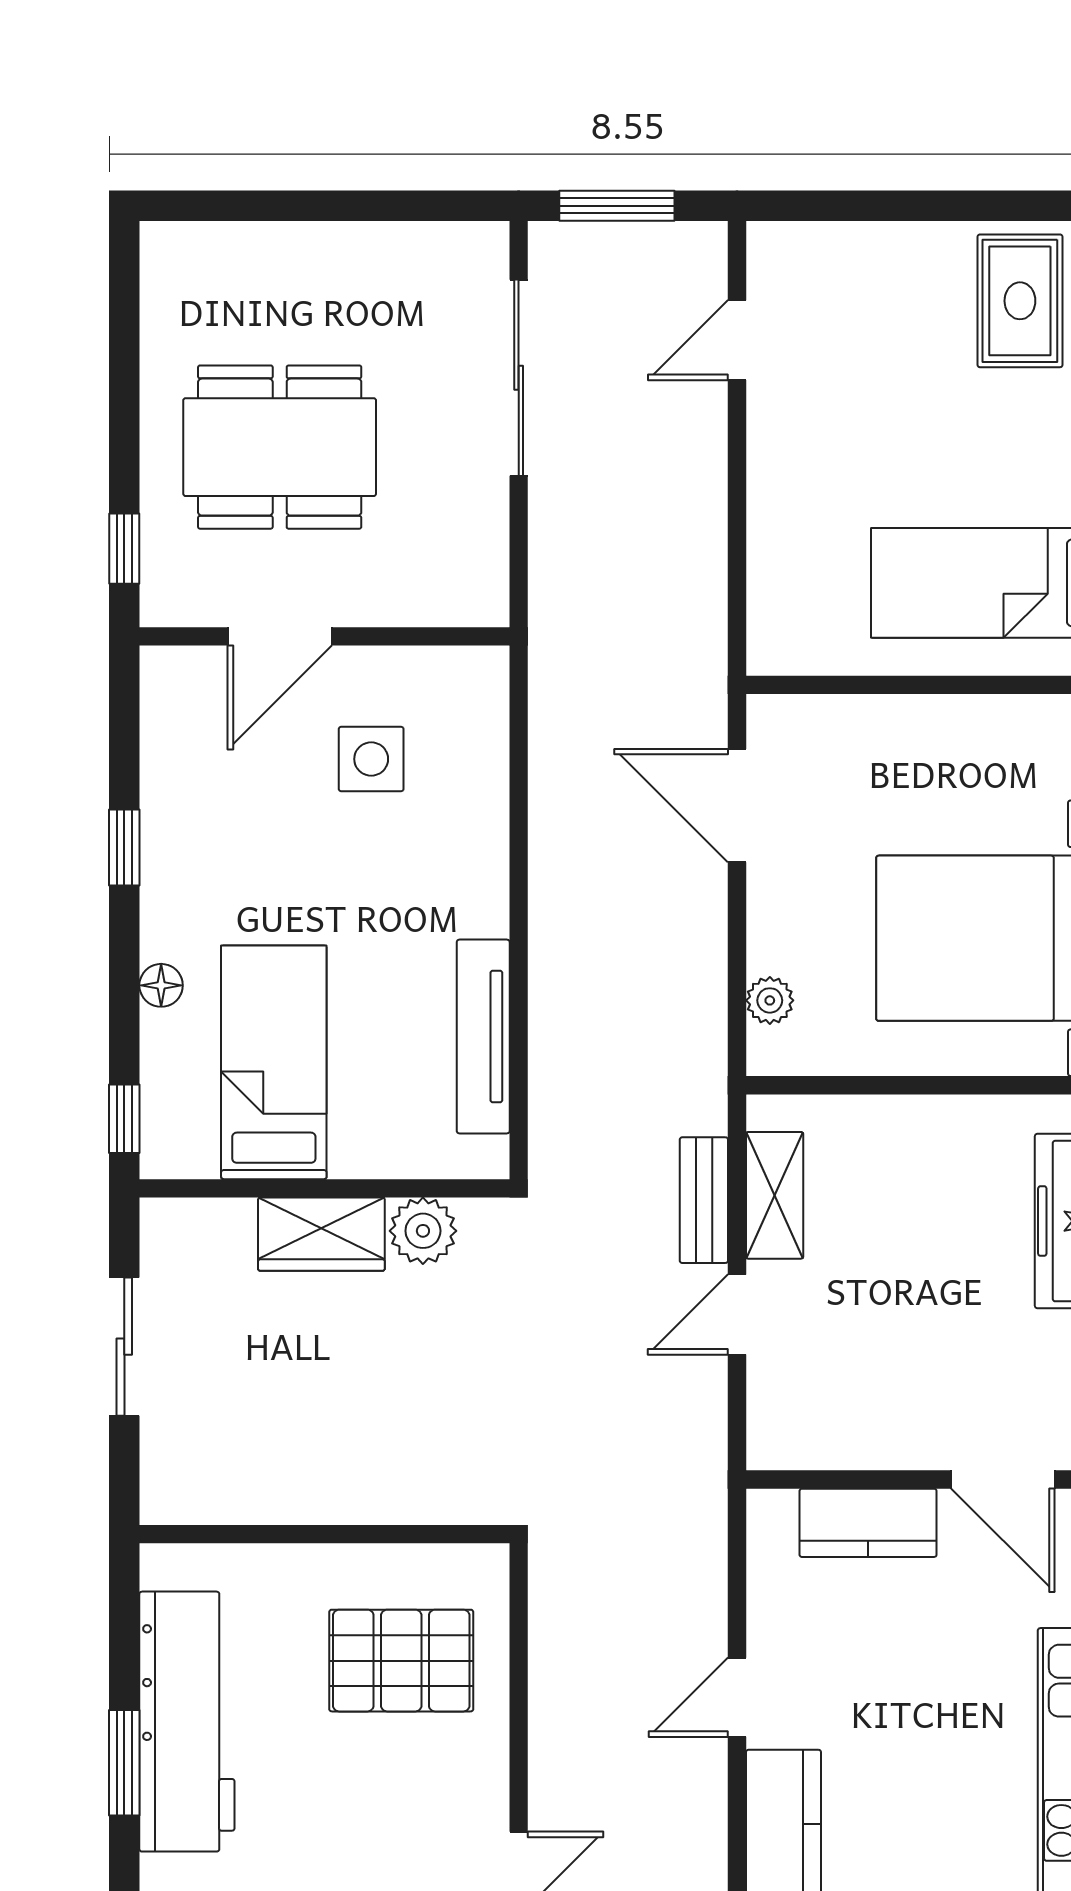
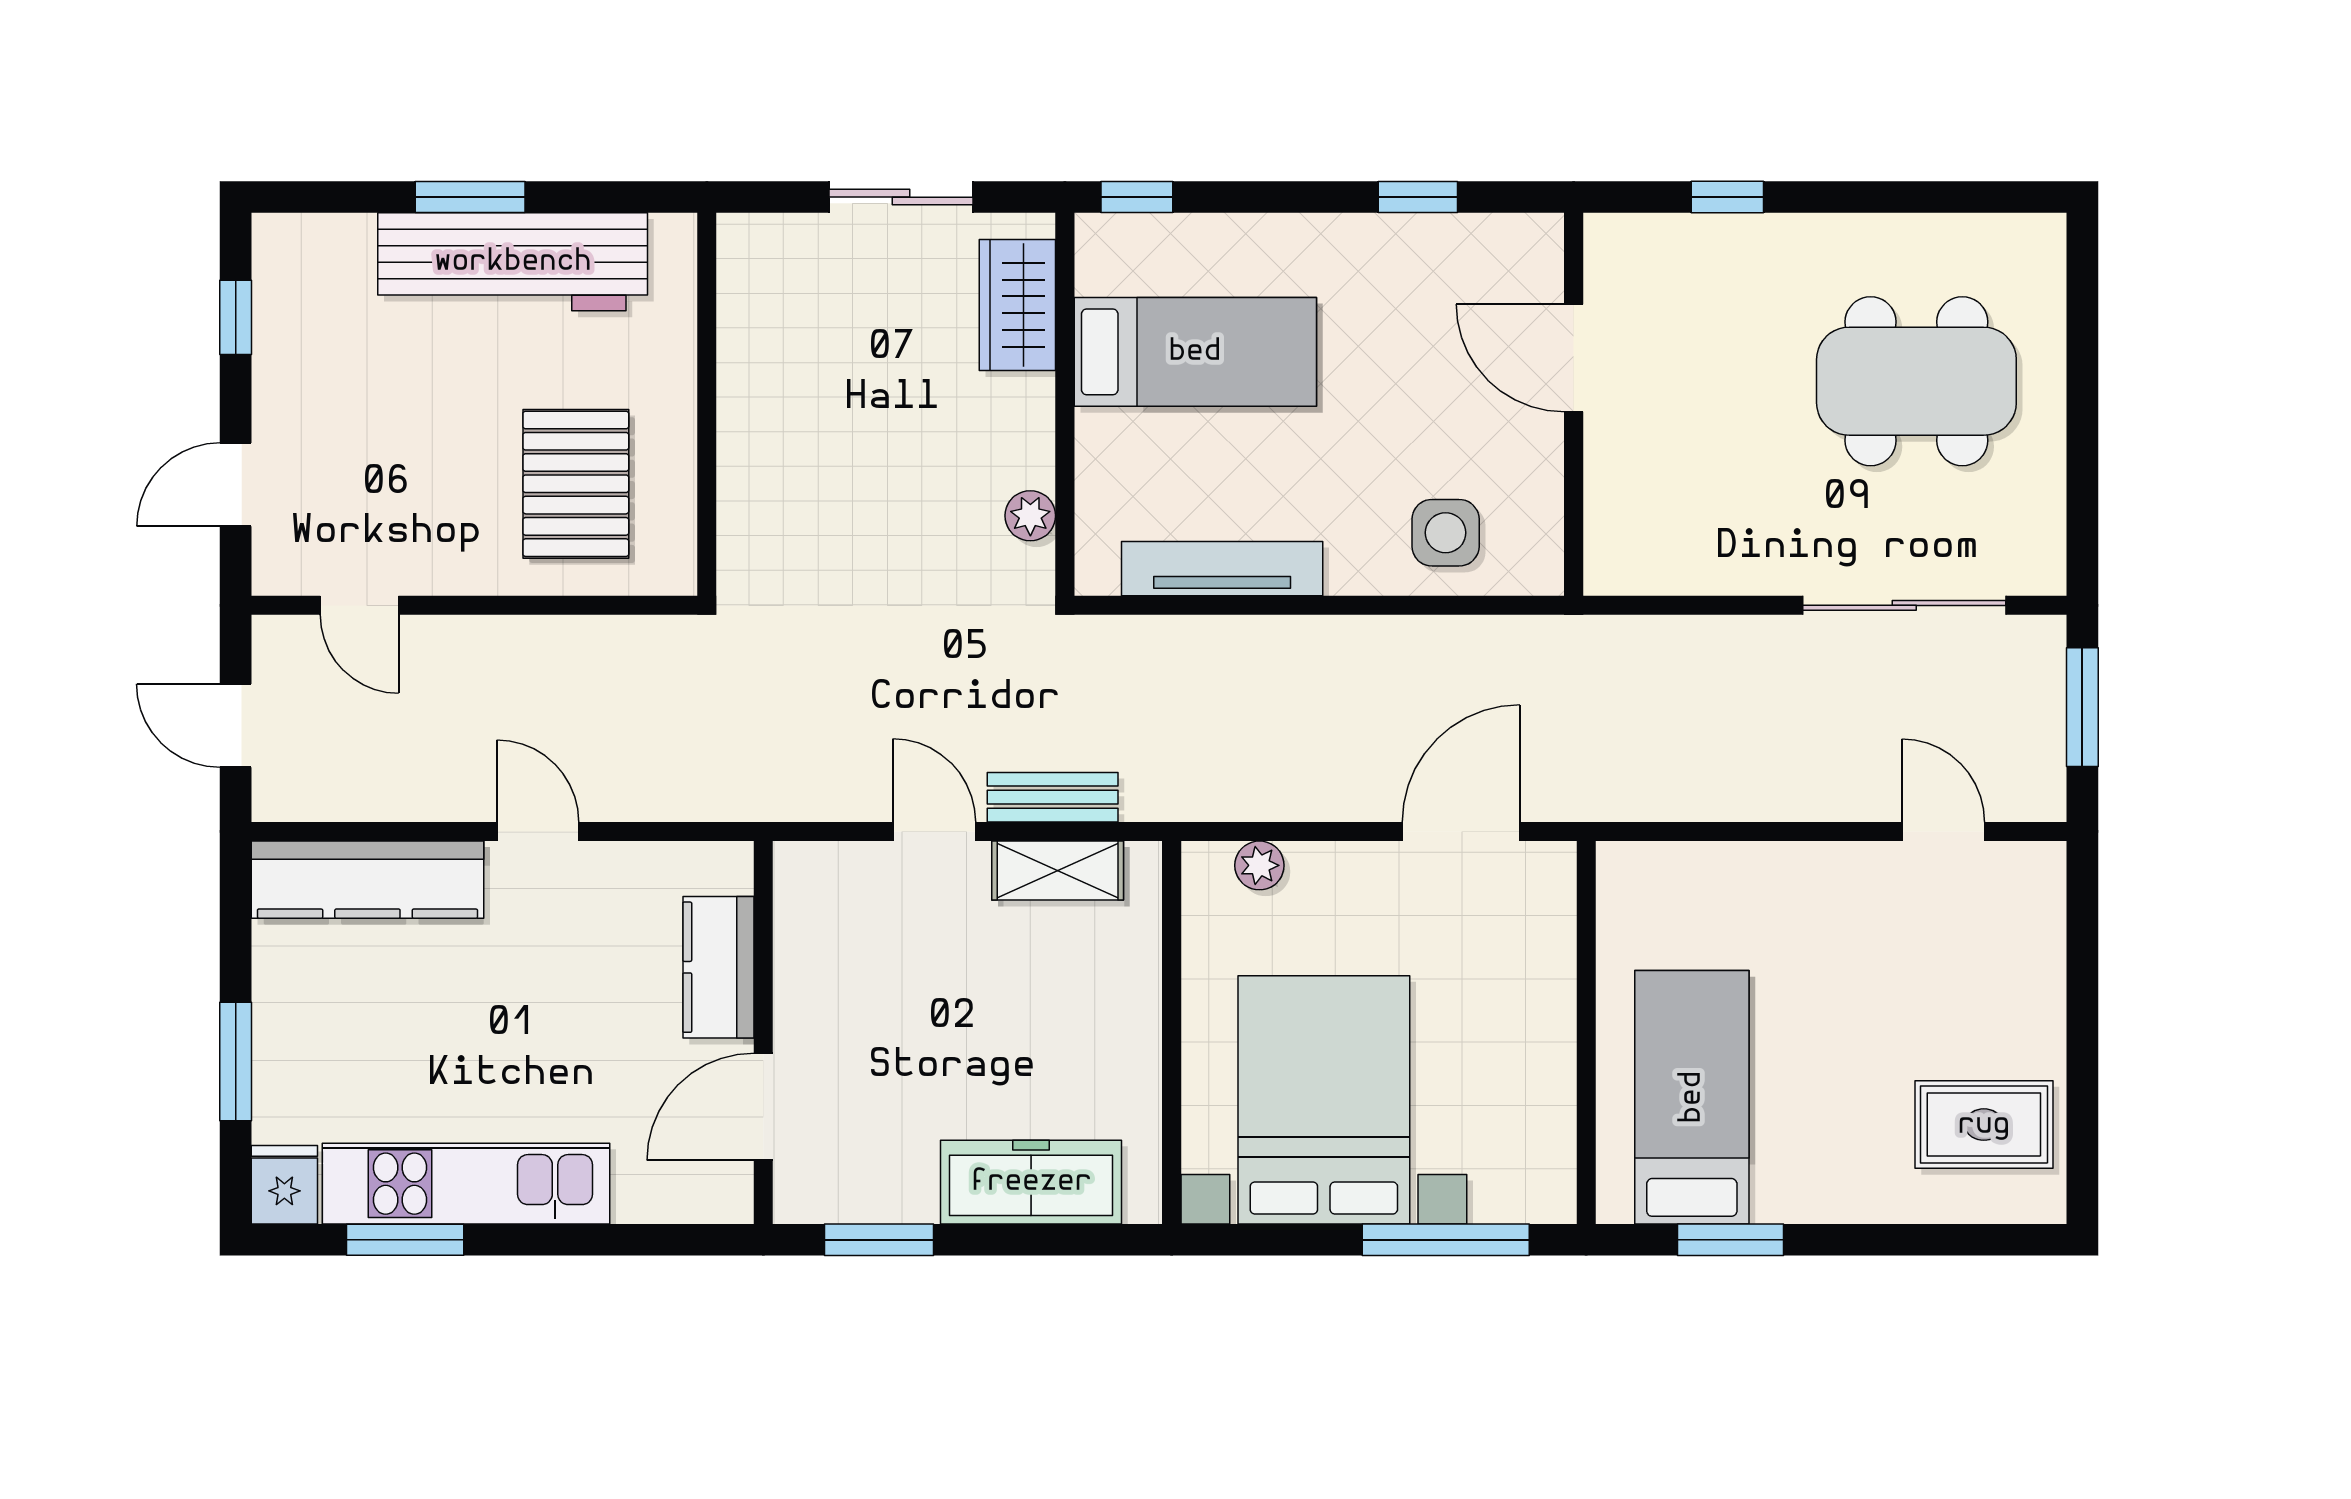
dining table: (280, 447) -> (1916, 381), moved, turned 90
door: (280, 636) -> (1574, 358), moved
wall: (324, 636) -> (1574, 404), moved
side table: (371, 759) -> (1446, 533), moved
floor lamp: (161, 985) -> (1275, 235), removed
plant: (423, 1231) -> (1030, 516), width x0.73, depth x0.73
wardrobe: (321, 1234) -> (1017, 305), moved

